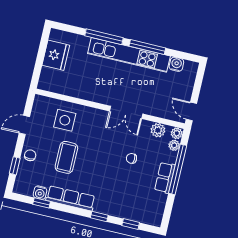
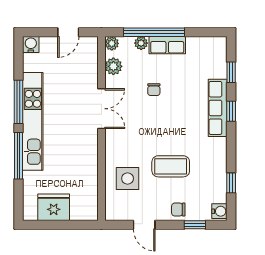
water cooler: (176, 64) -> (31, 45), moved, turned 90
door: (191, 111) -> (68, 32), moved
plant: (174, 145) -> (141, 43), moved
water cooler: (40, 193) -> (219, 211), moved
row of seats: (71, 198) -> (218, 108), moved

